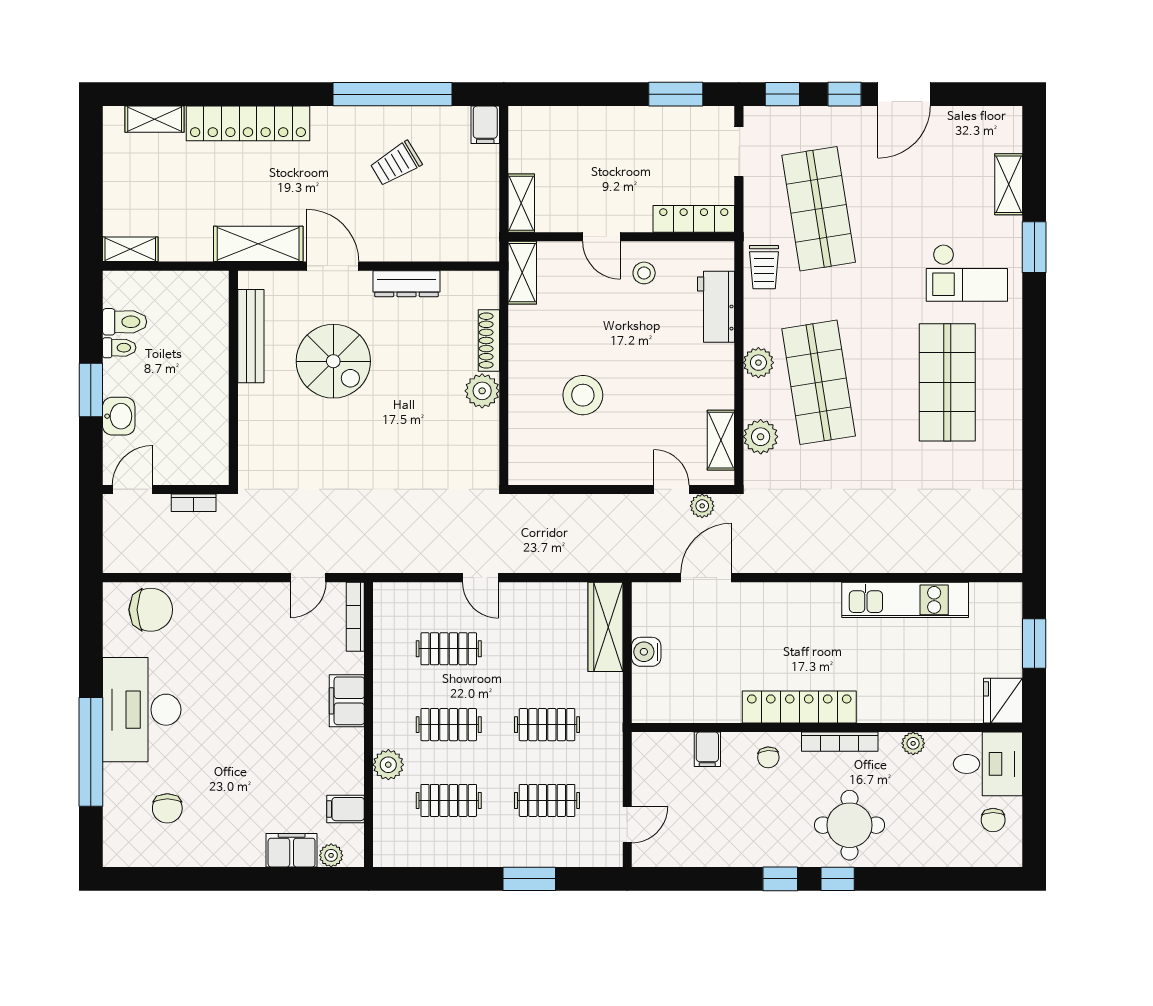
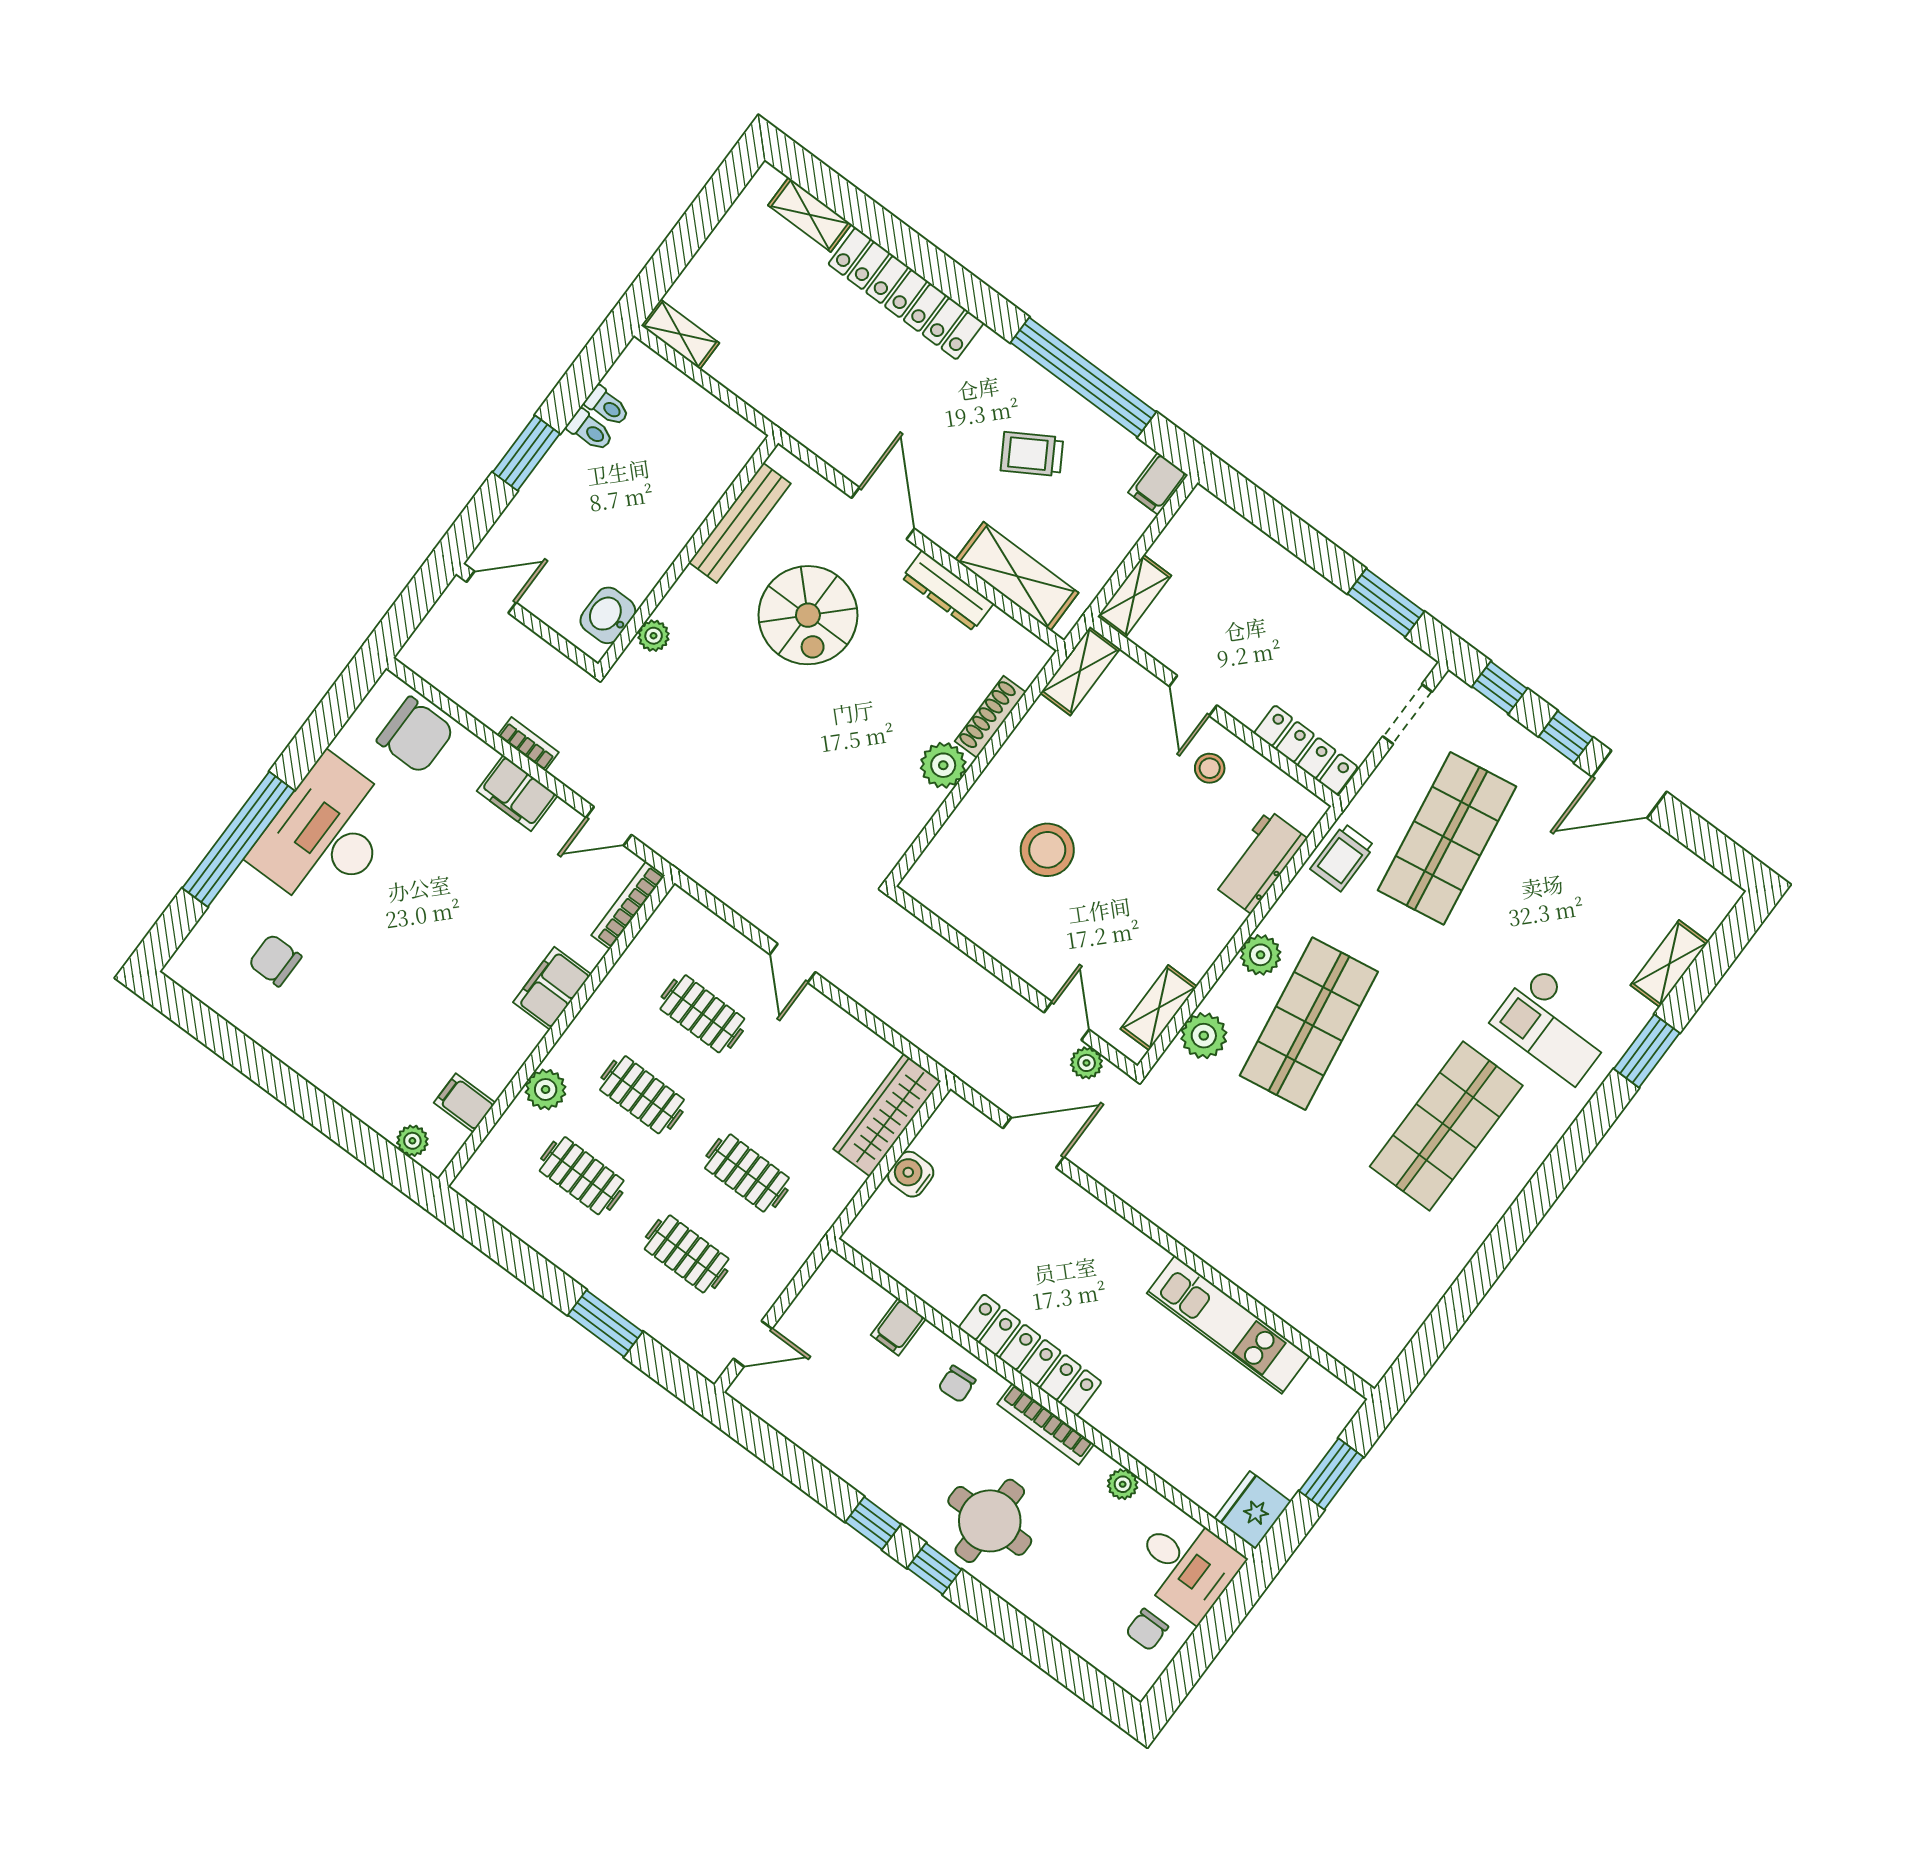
shelving: (258, 244) -> (1017, 576), moved
toilet: (125, 322) -> (607, 406), width x0.73, depth x0.72
washbasin: (119, 416) -> (608, 615), moved, turned 180
plant: (250, 443) -> (654, 636), added
bookcase: (194, 503) -> (528, 744), moved, turned 180
chair: (167, 808) -> (275, 960), turned 90
filing cabinet: (292, 850) -> (517, 793), moved, turned 180

